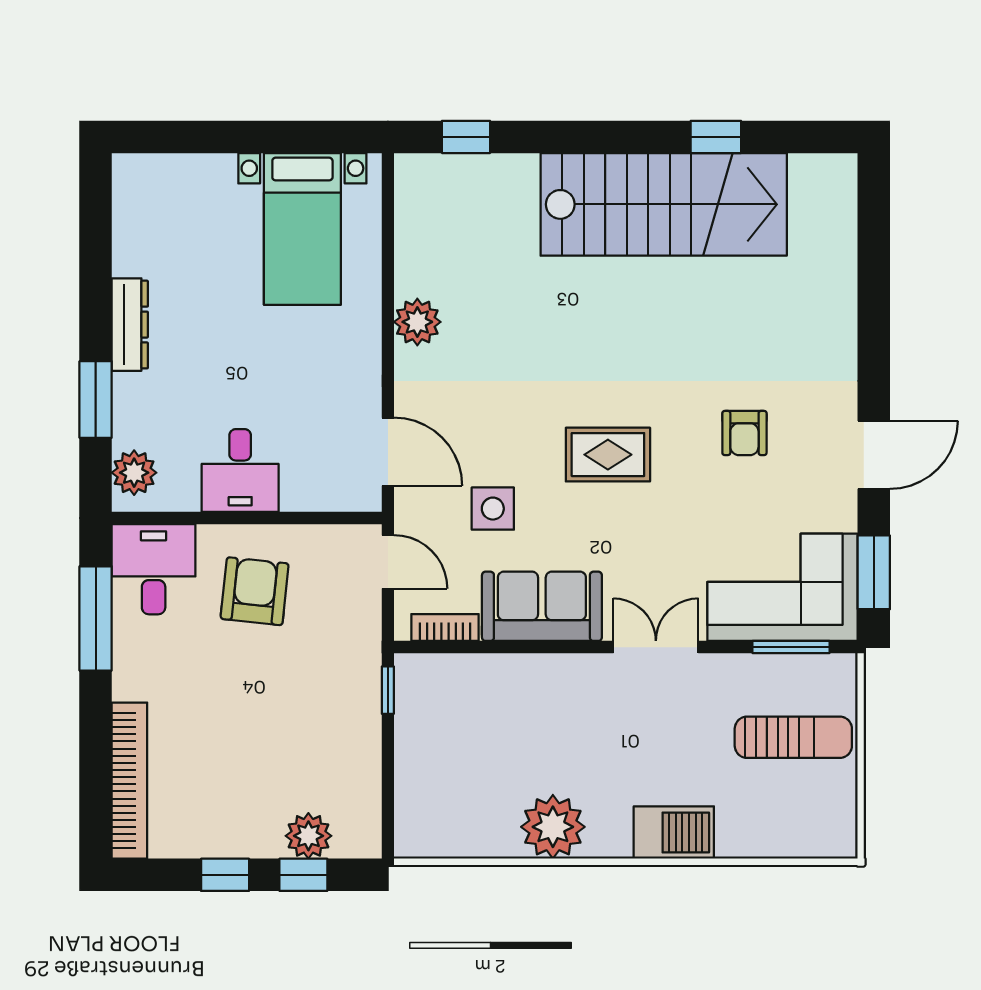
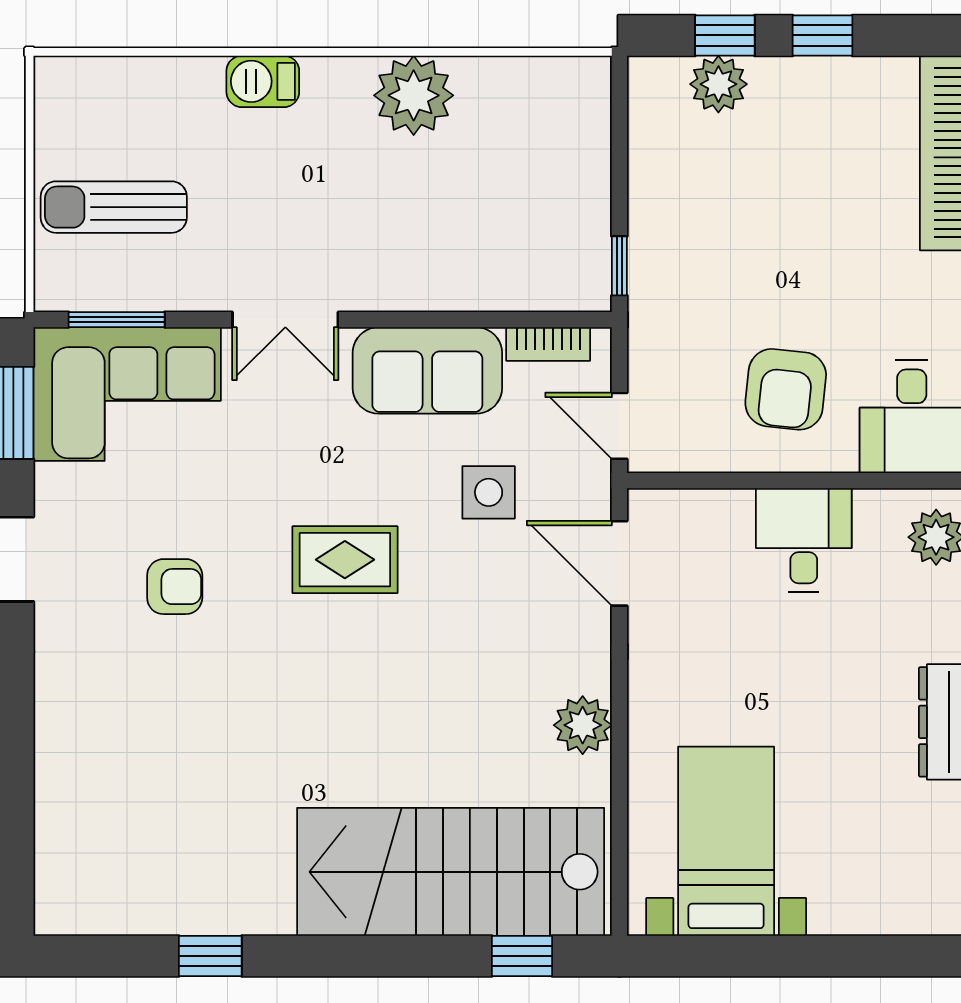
stairs: (664, 204) -> (451, 872), moved
armchair: (744, 433) -> (175, 587), turned 90
barbecue: (674, 833) -> (263, 81), width x0.73, depth x0.79

